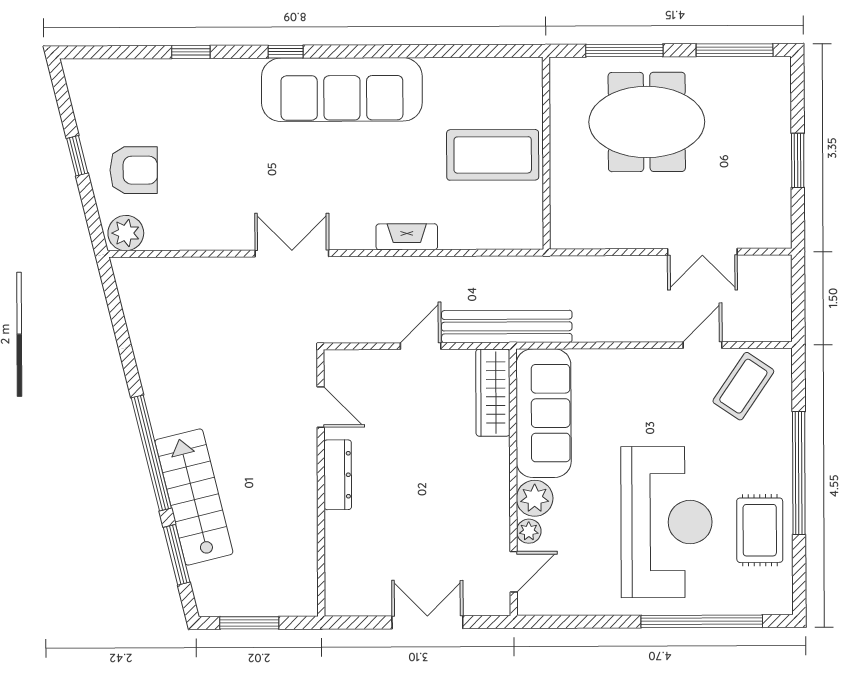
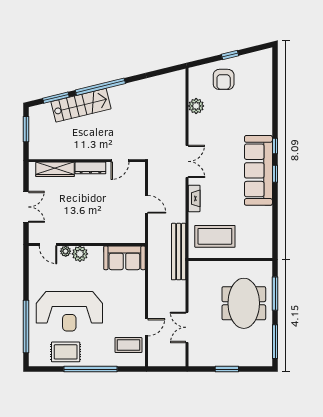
window: (191, 52) -> (275, 174), moved
coffee table: (493, 155) -> (215, 236), moved, turned 90
plant: (126, 233) -> (196, 106), moved
double door: (292, 253) -> (187, 161), moved
bench: (507, 326) -> (179, 252), moved
door: (703, 345) -> (146, 327), hinge flipped
coffee table: (743, 386) -> (128, 345), turned -34
wardrobe: (493, 393) -> (55, 169), moved, turned 180
sofa: (544, 413) -> (124, 258), width x0.73

